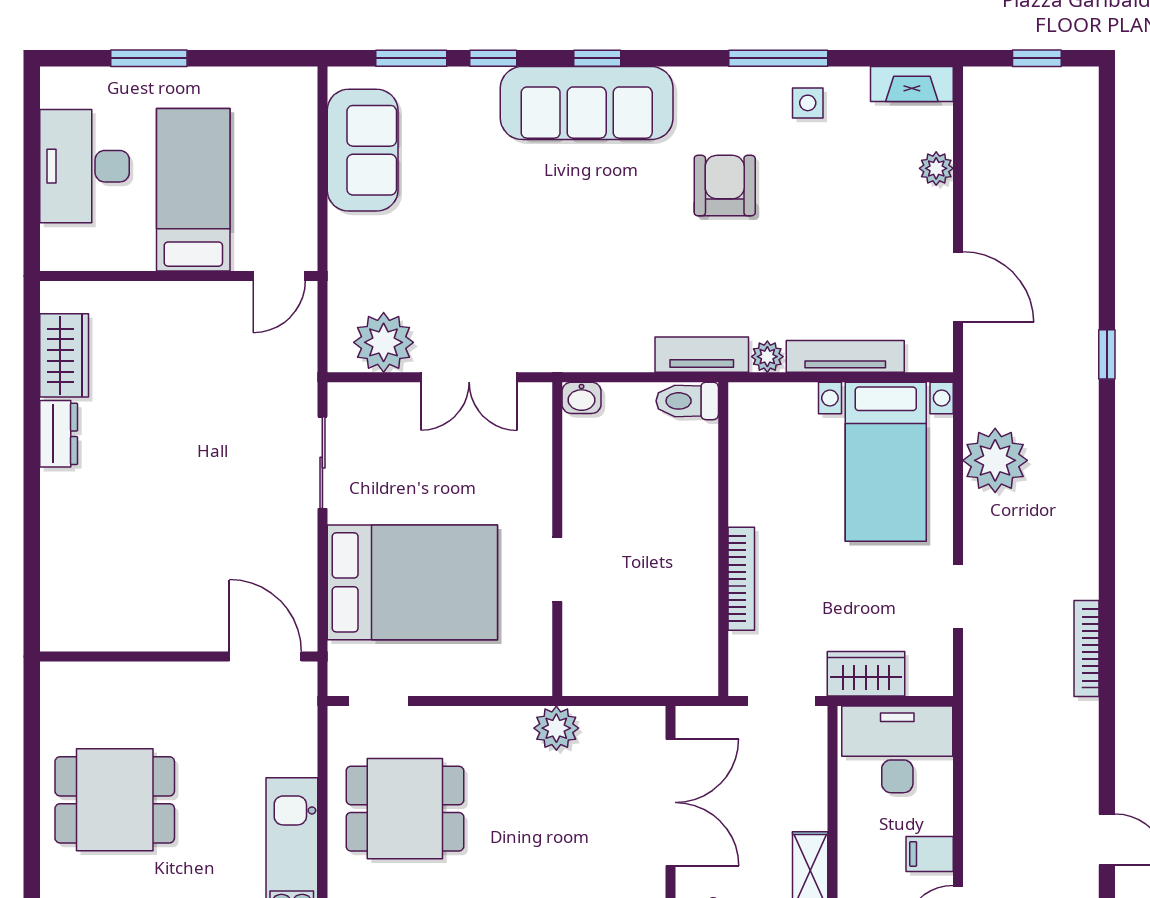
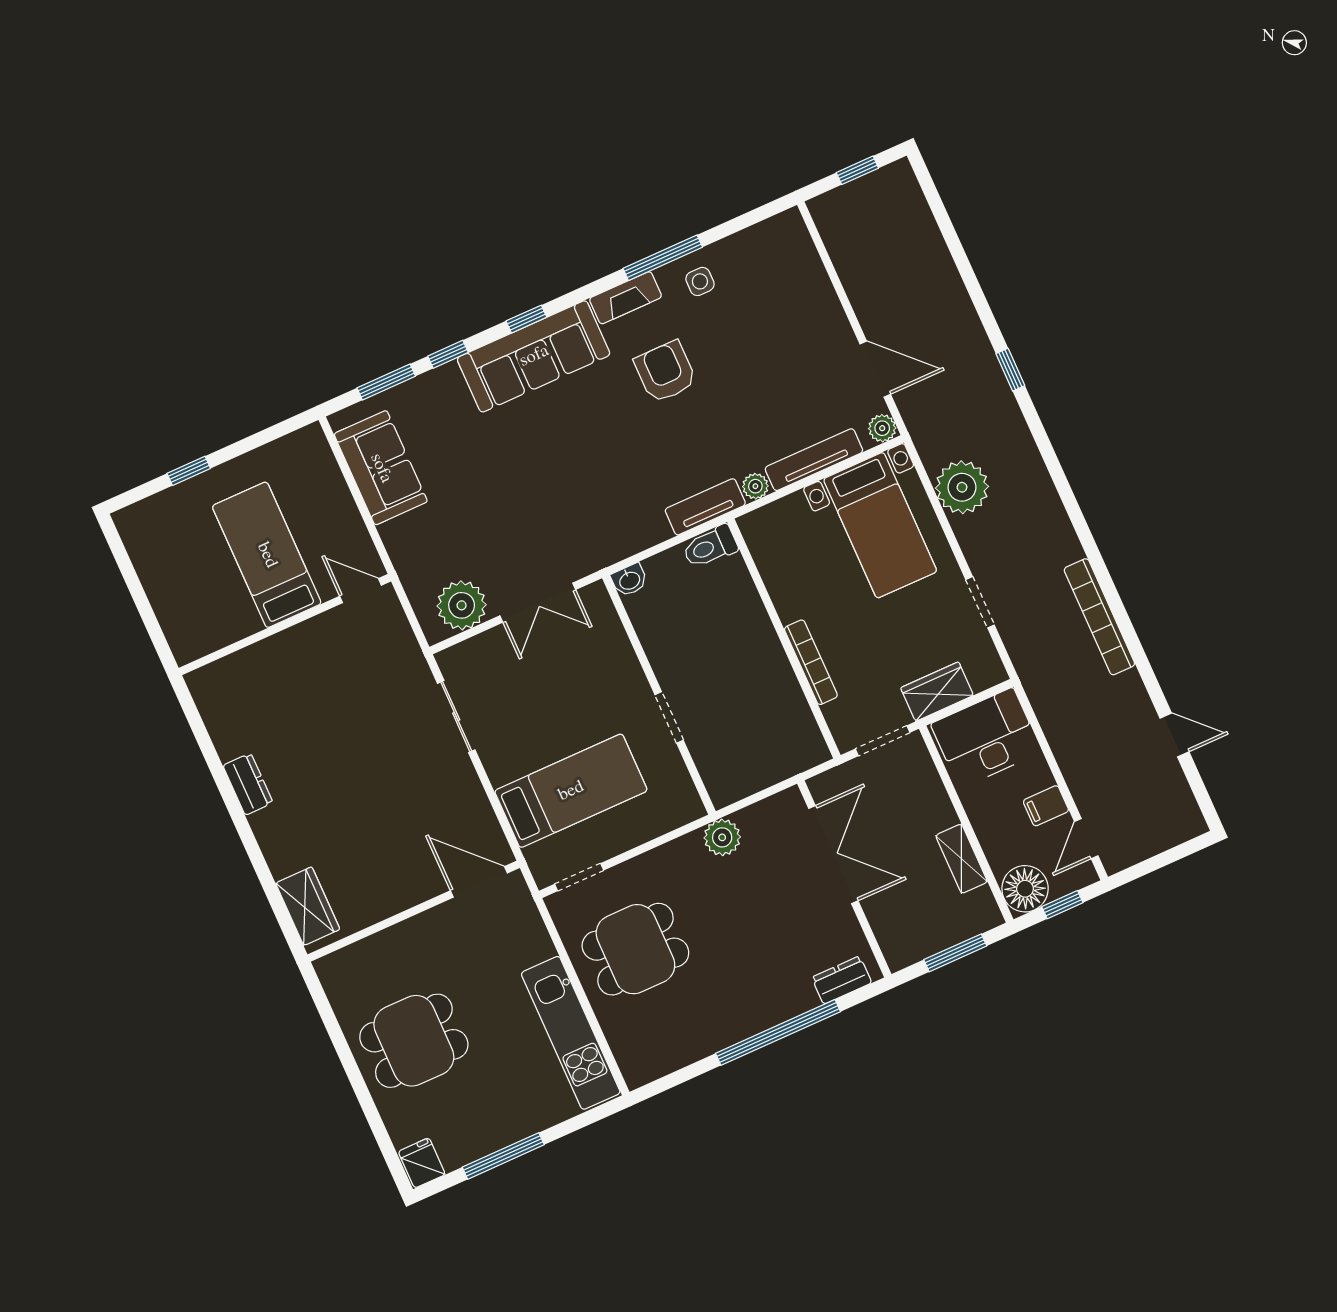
window: (149, 58) -> (189, 471), width x0.67
fireplace: (912, 84) -> (626, 298), moved
desk: (85, 166) -> (177, 574), removed
plant: (936, 168) -> (882, 428), moved
door: (279, 276) -> (361, 591), swing flipped
wardrobe: (64, 355) -> (308, 906), moved
bed: (412, 582) -> (571, 791), width x0.67
bookcase: (1086, 649) -> (1099, 617), width x1.48, depth x1.31

